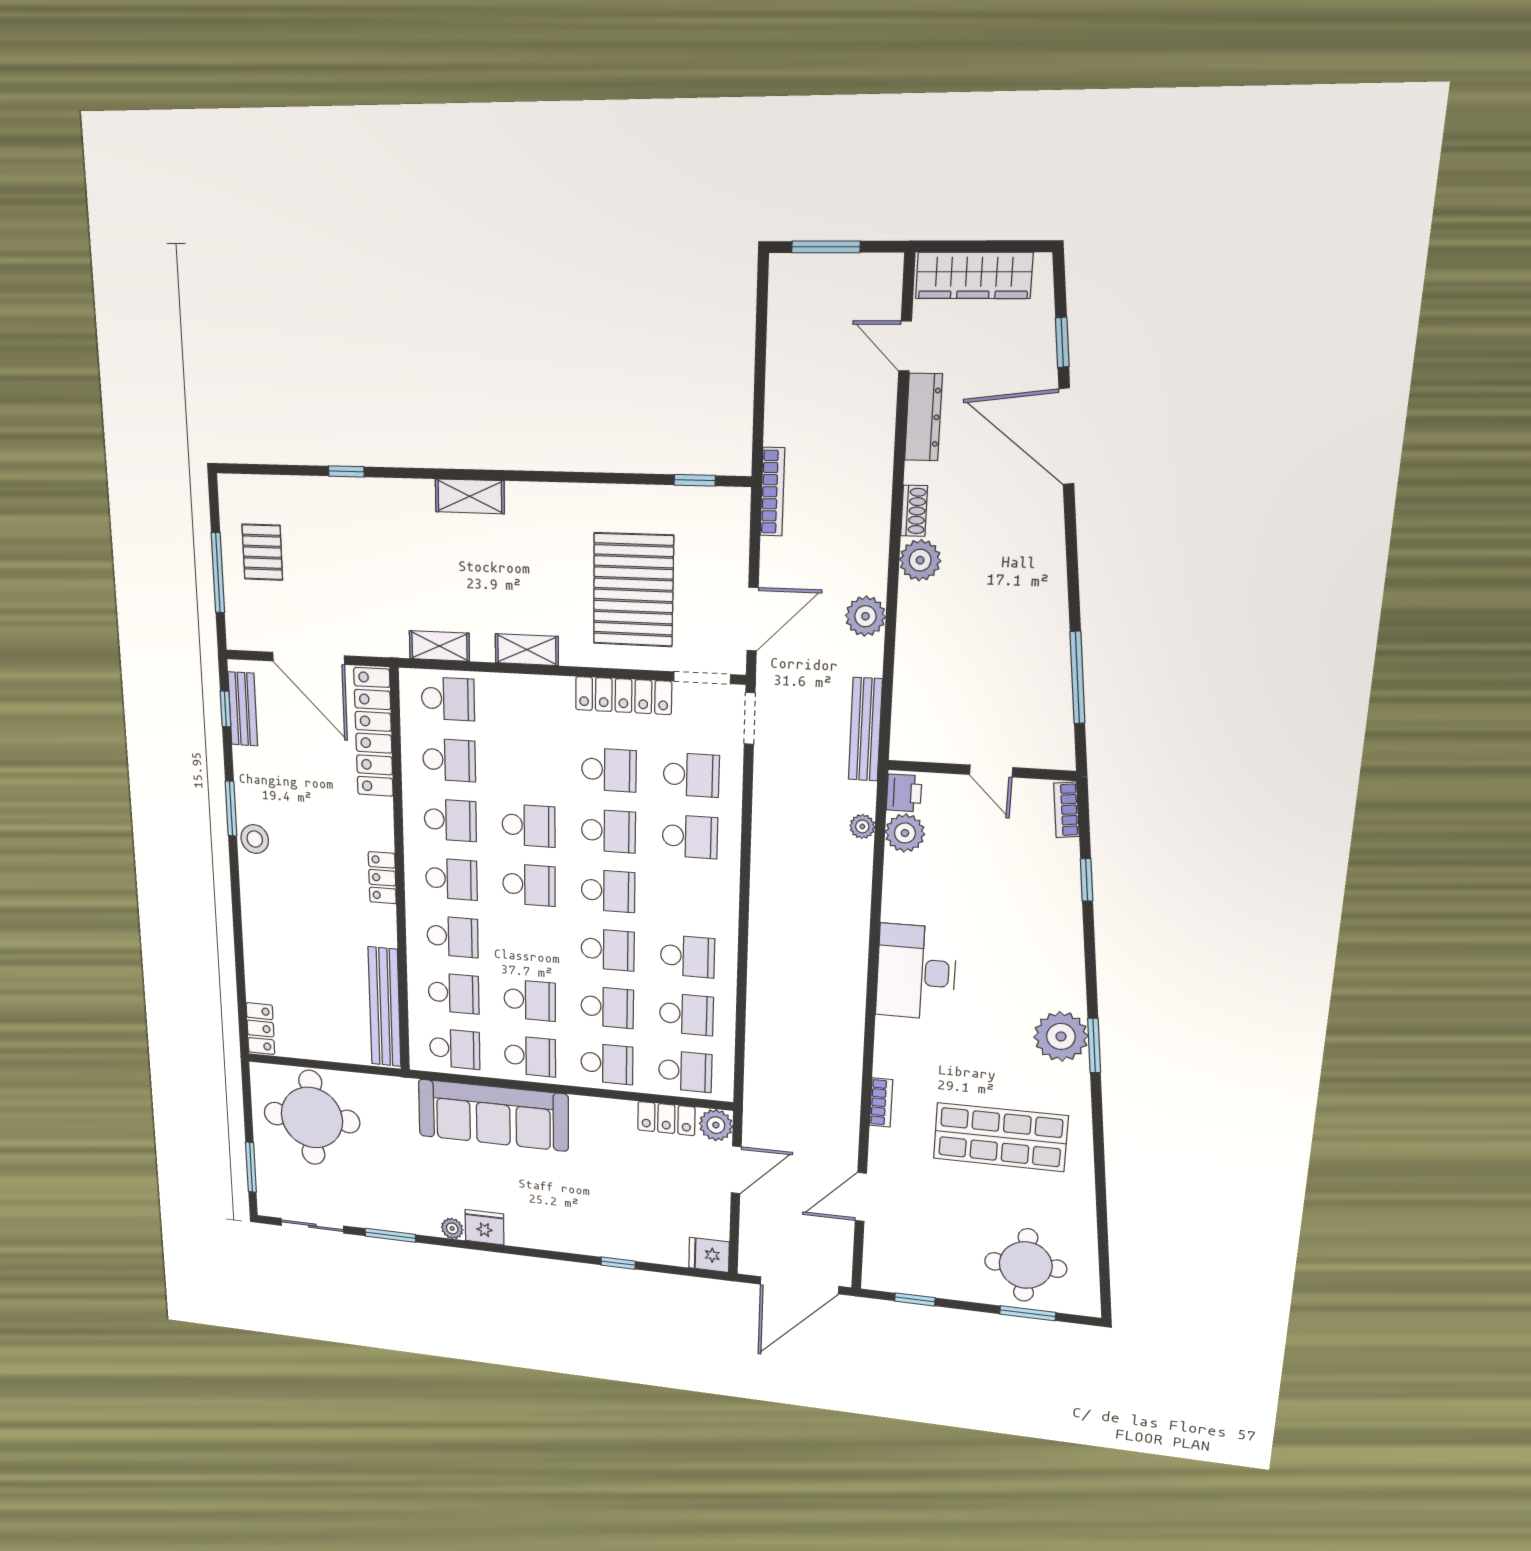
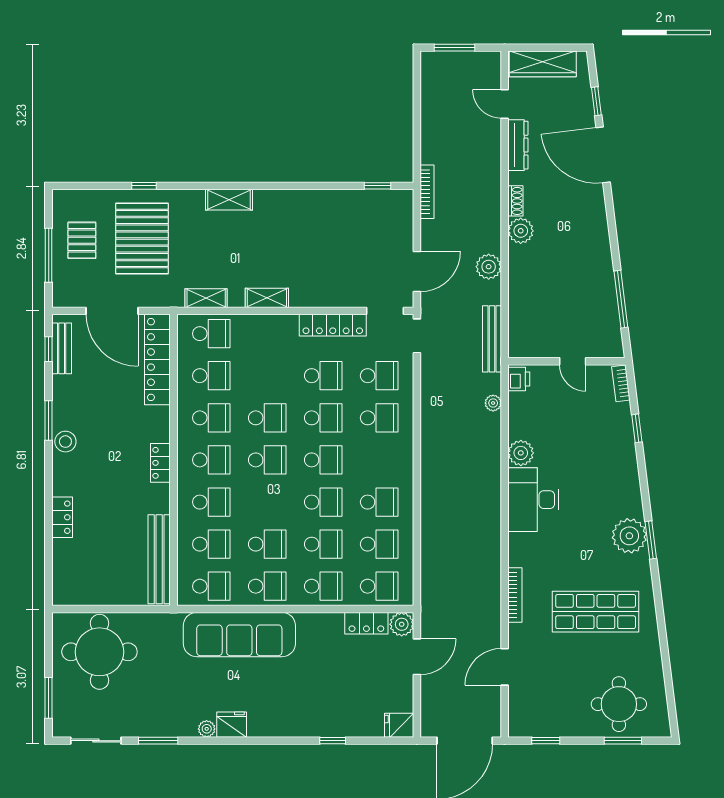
pallet: (633, 590) -> (142, 239), moved
plant: (905, 833) -> (521, 453), moved
locker: (260, 1029) -> (62, 517), moved
bookcase: (881, 1102) -> (515, 595), width x1.56

